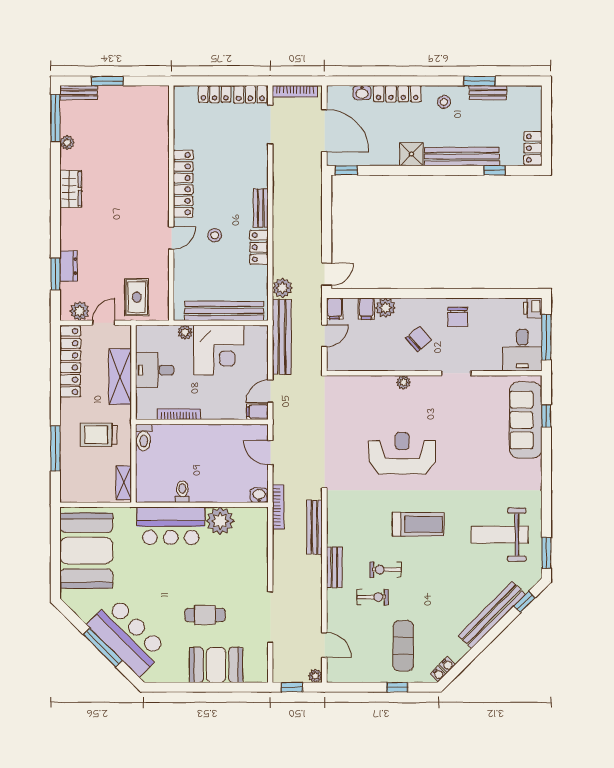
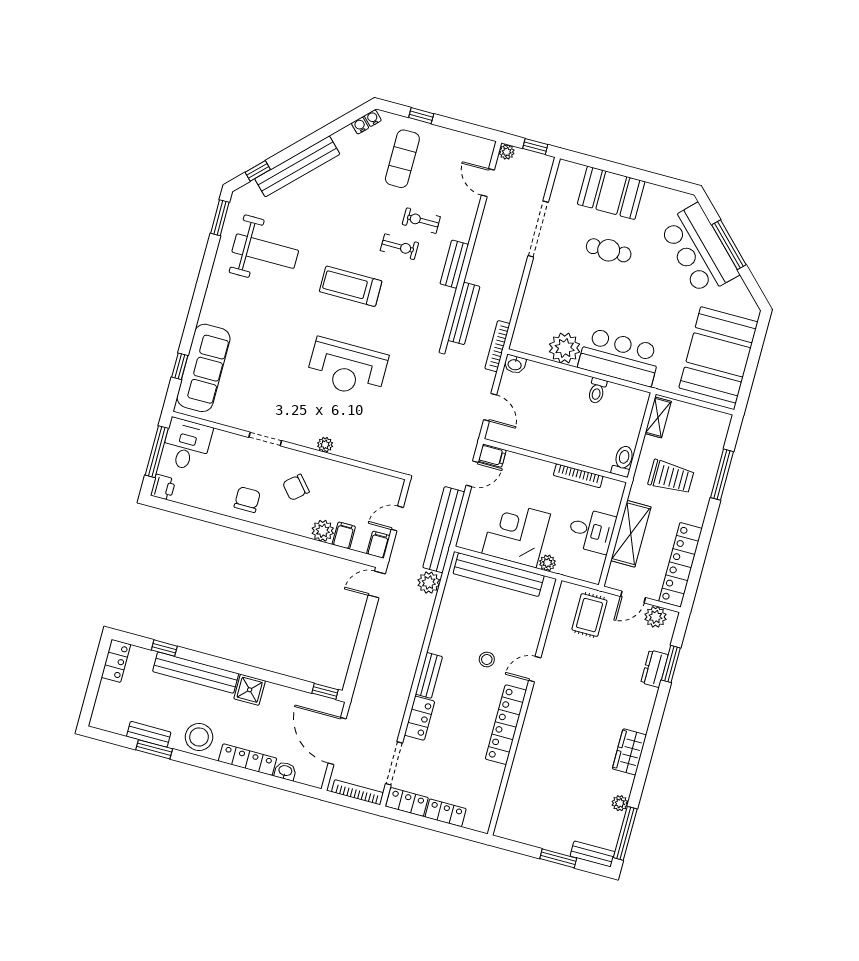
stool: (444, 102) -> (199, 737), width x1.89, depth x1.89
locker: (259, 247) -> (419, 718), moved

